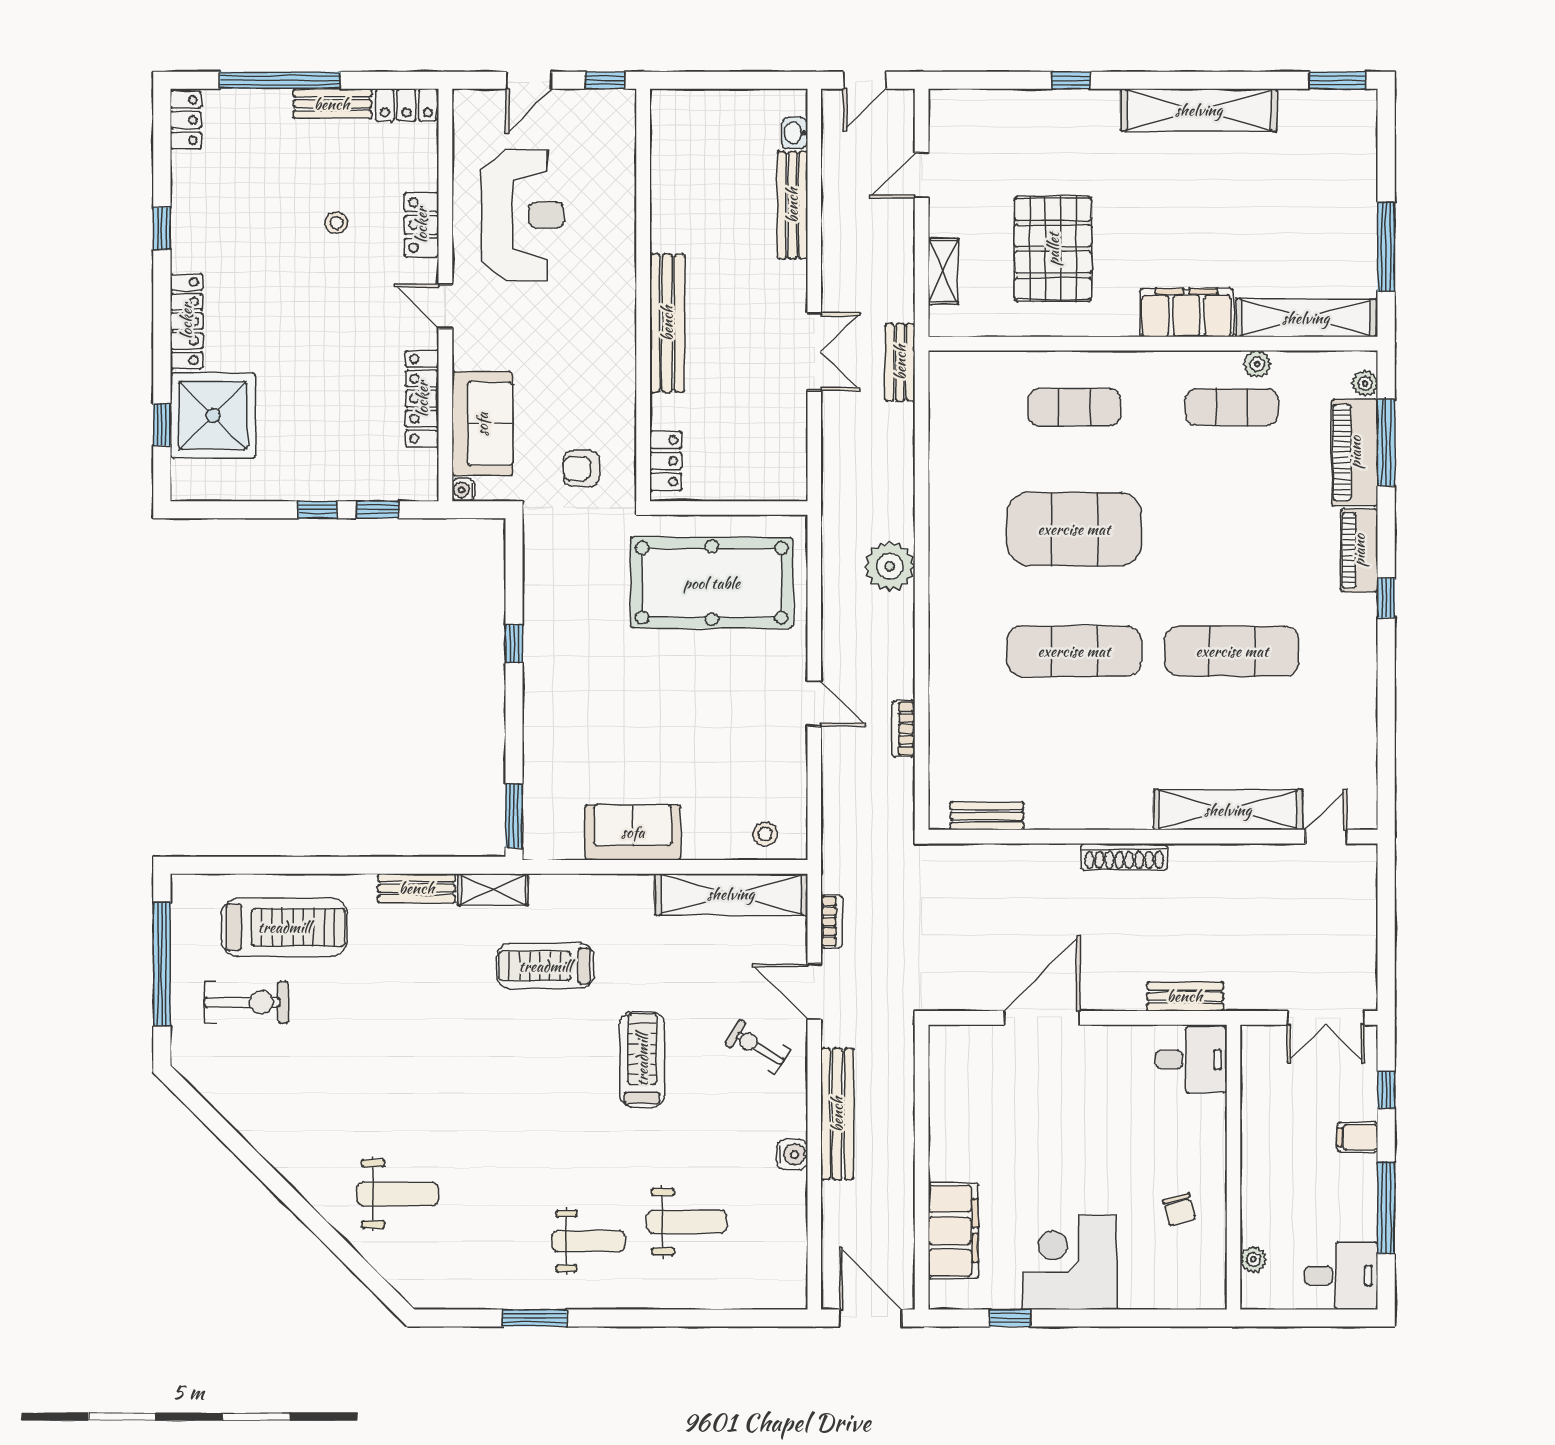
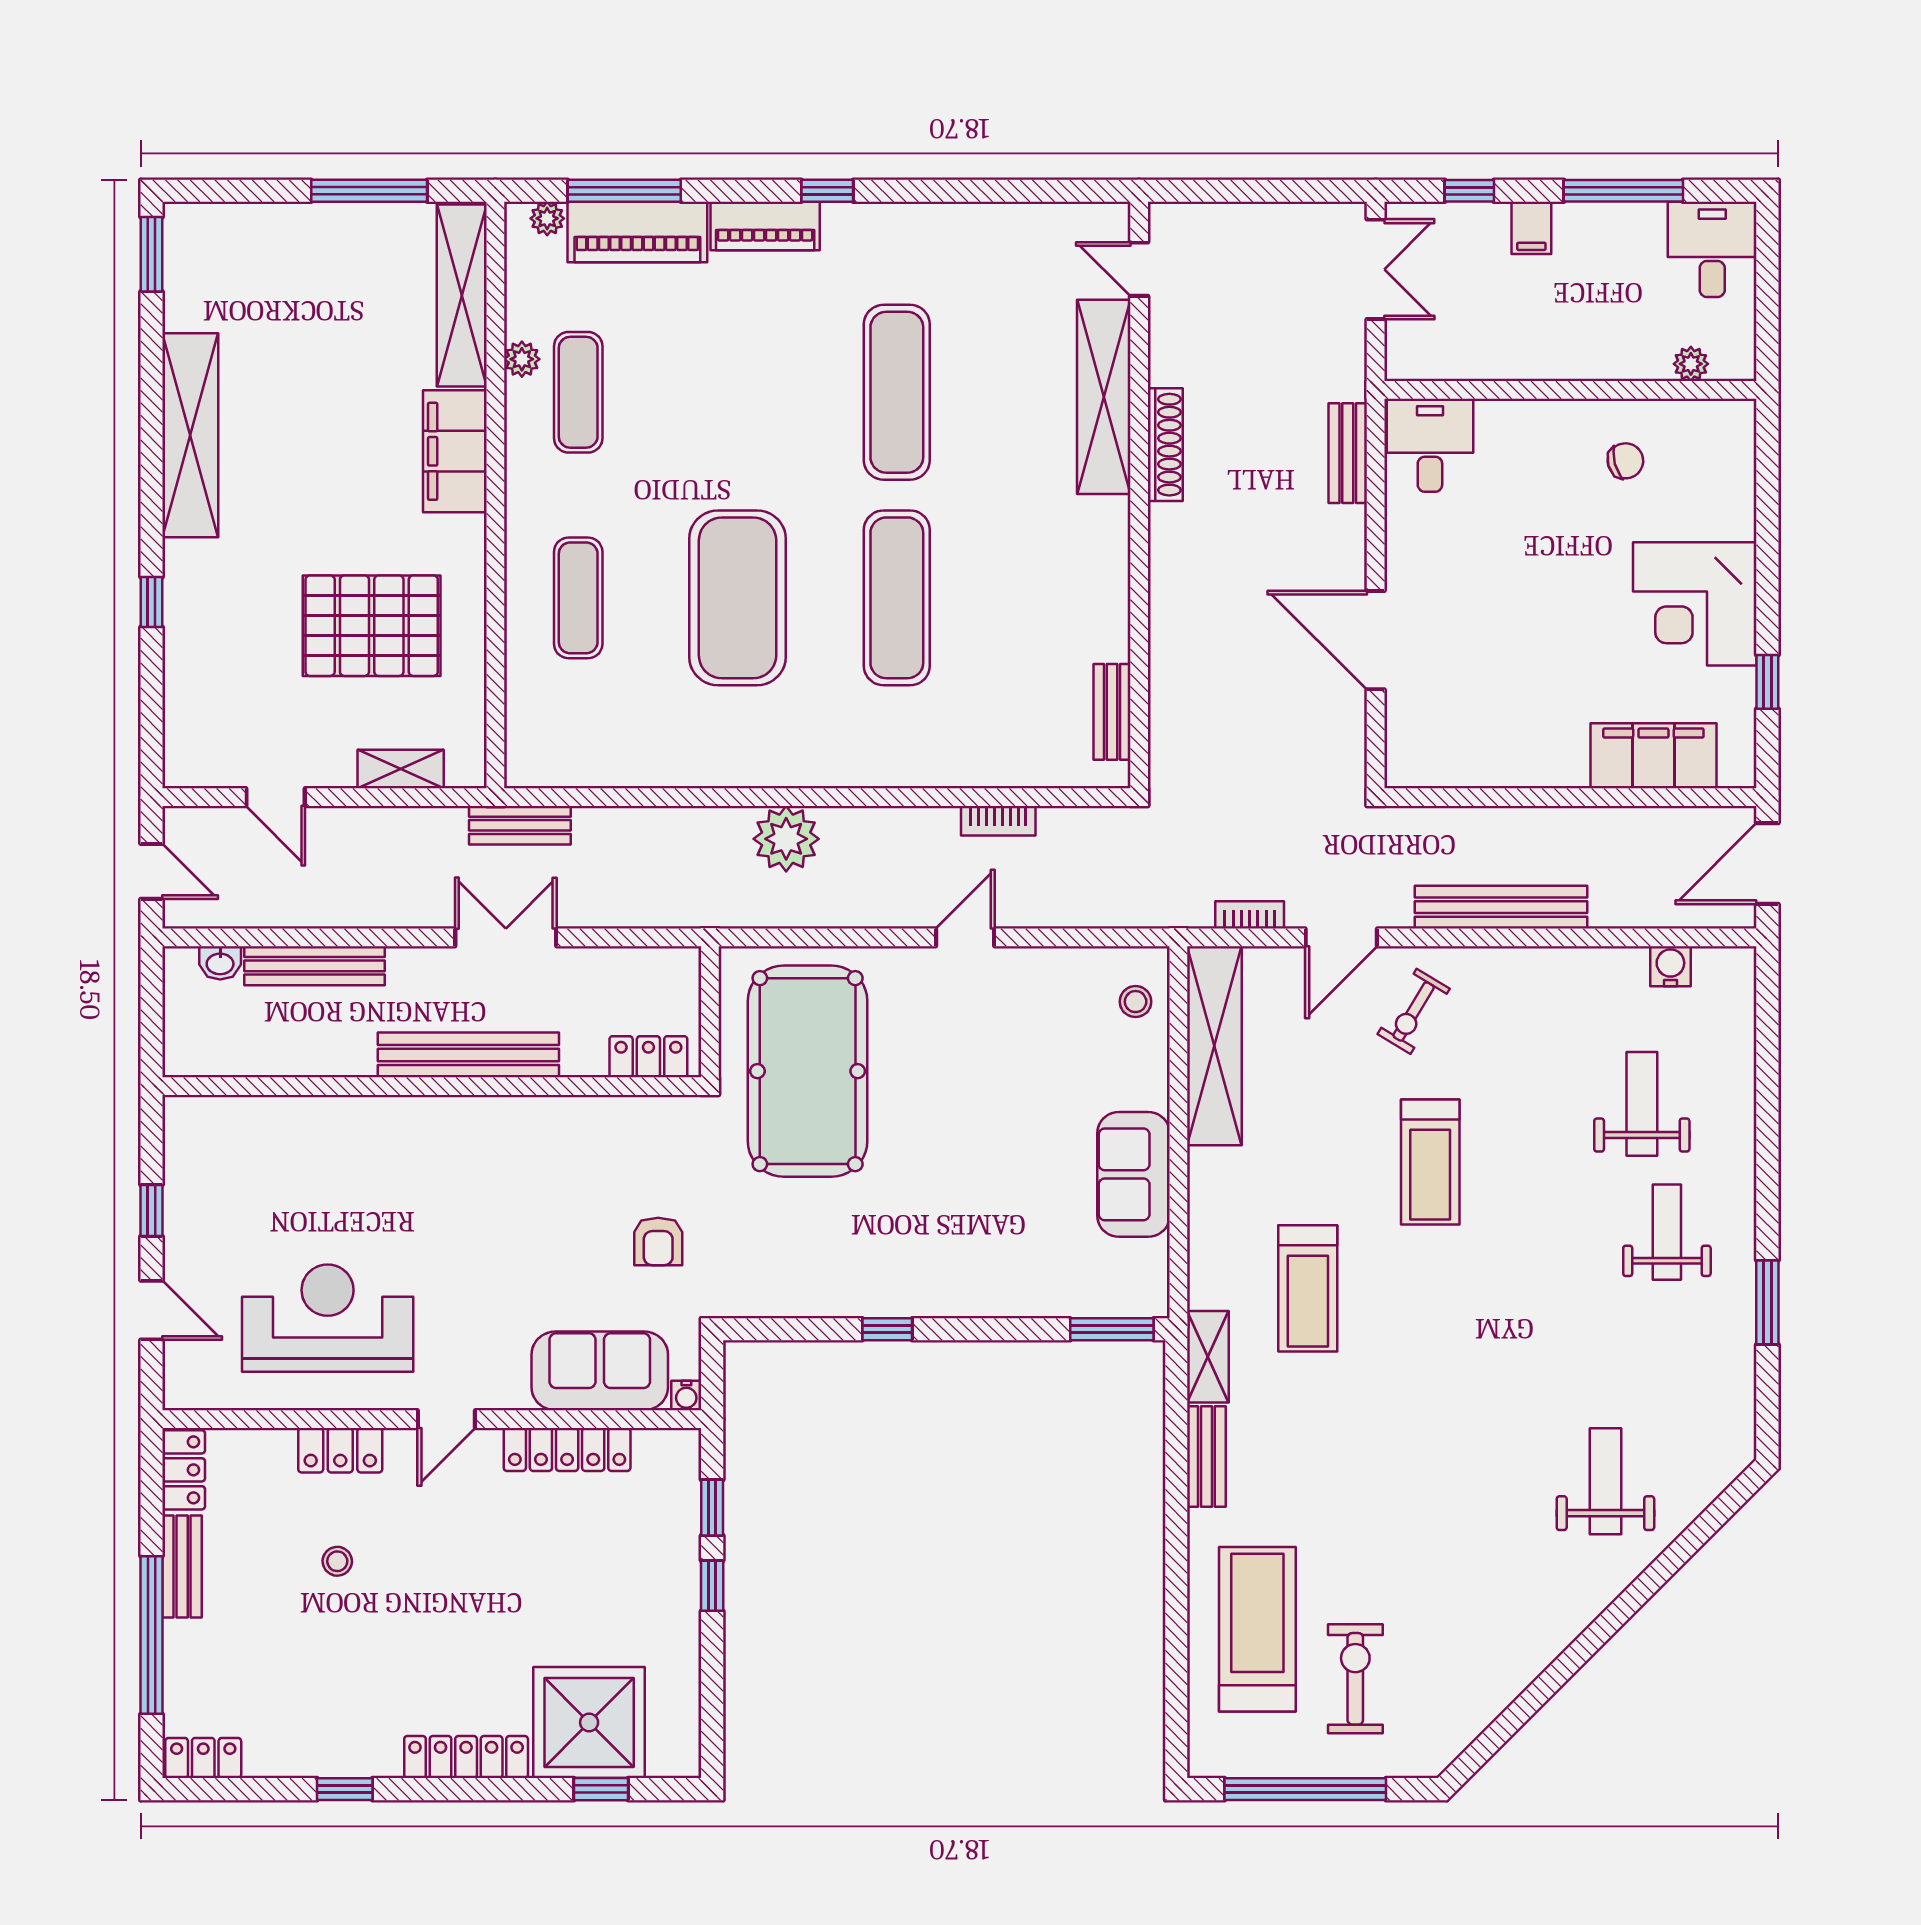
wall: (643, 295) -> (432, 1086), moved
bench: (667, 323) -> (468, 1055), moved
locker: (666, 461) -> (648, 1057), moved
shoe rack: (1124, 857) -> (1165, 445), moved
treadmill: (642, 1060) -> (1430, 1162), turned -90
water cooler: (792, 1154) -> (1670, 966), moved

